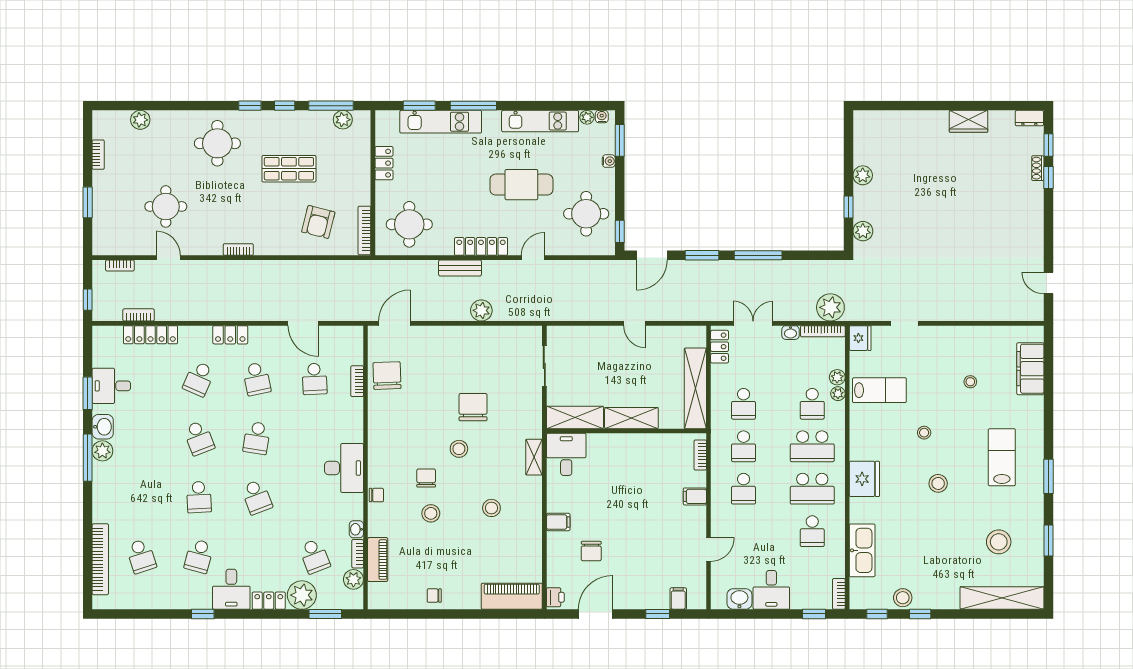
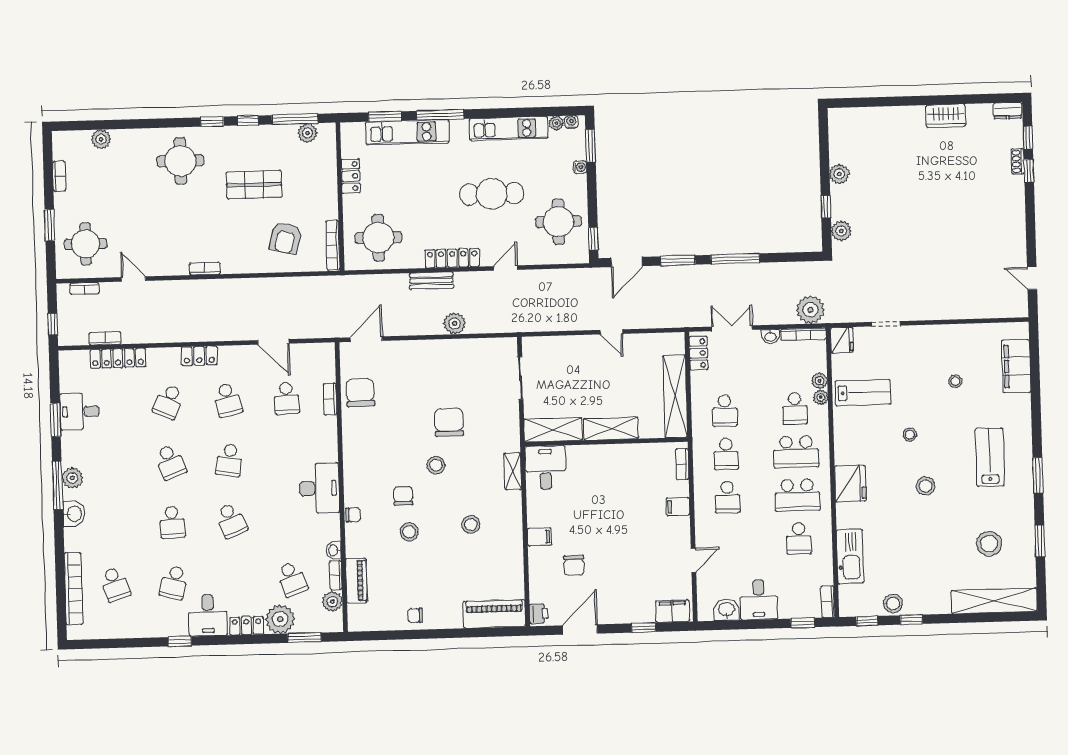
round table: (166, 206) -> (86, 244), moved
washbasin: (103, 427) -> (74, 514), moved
filing cabinet: (678, 599) -> (672, 611), width x2.00

